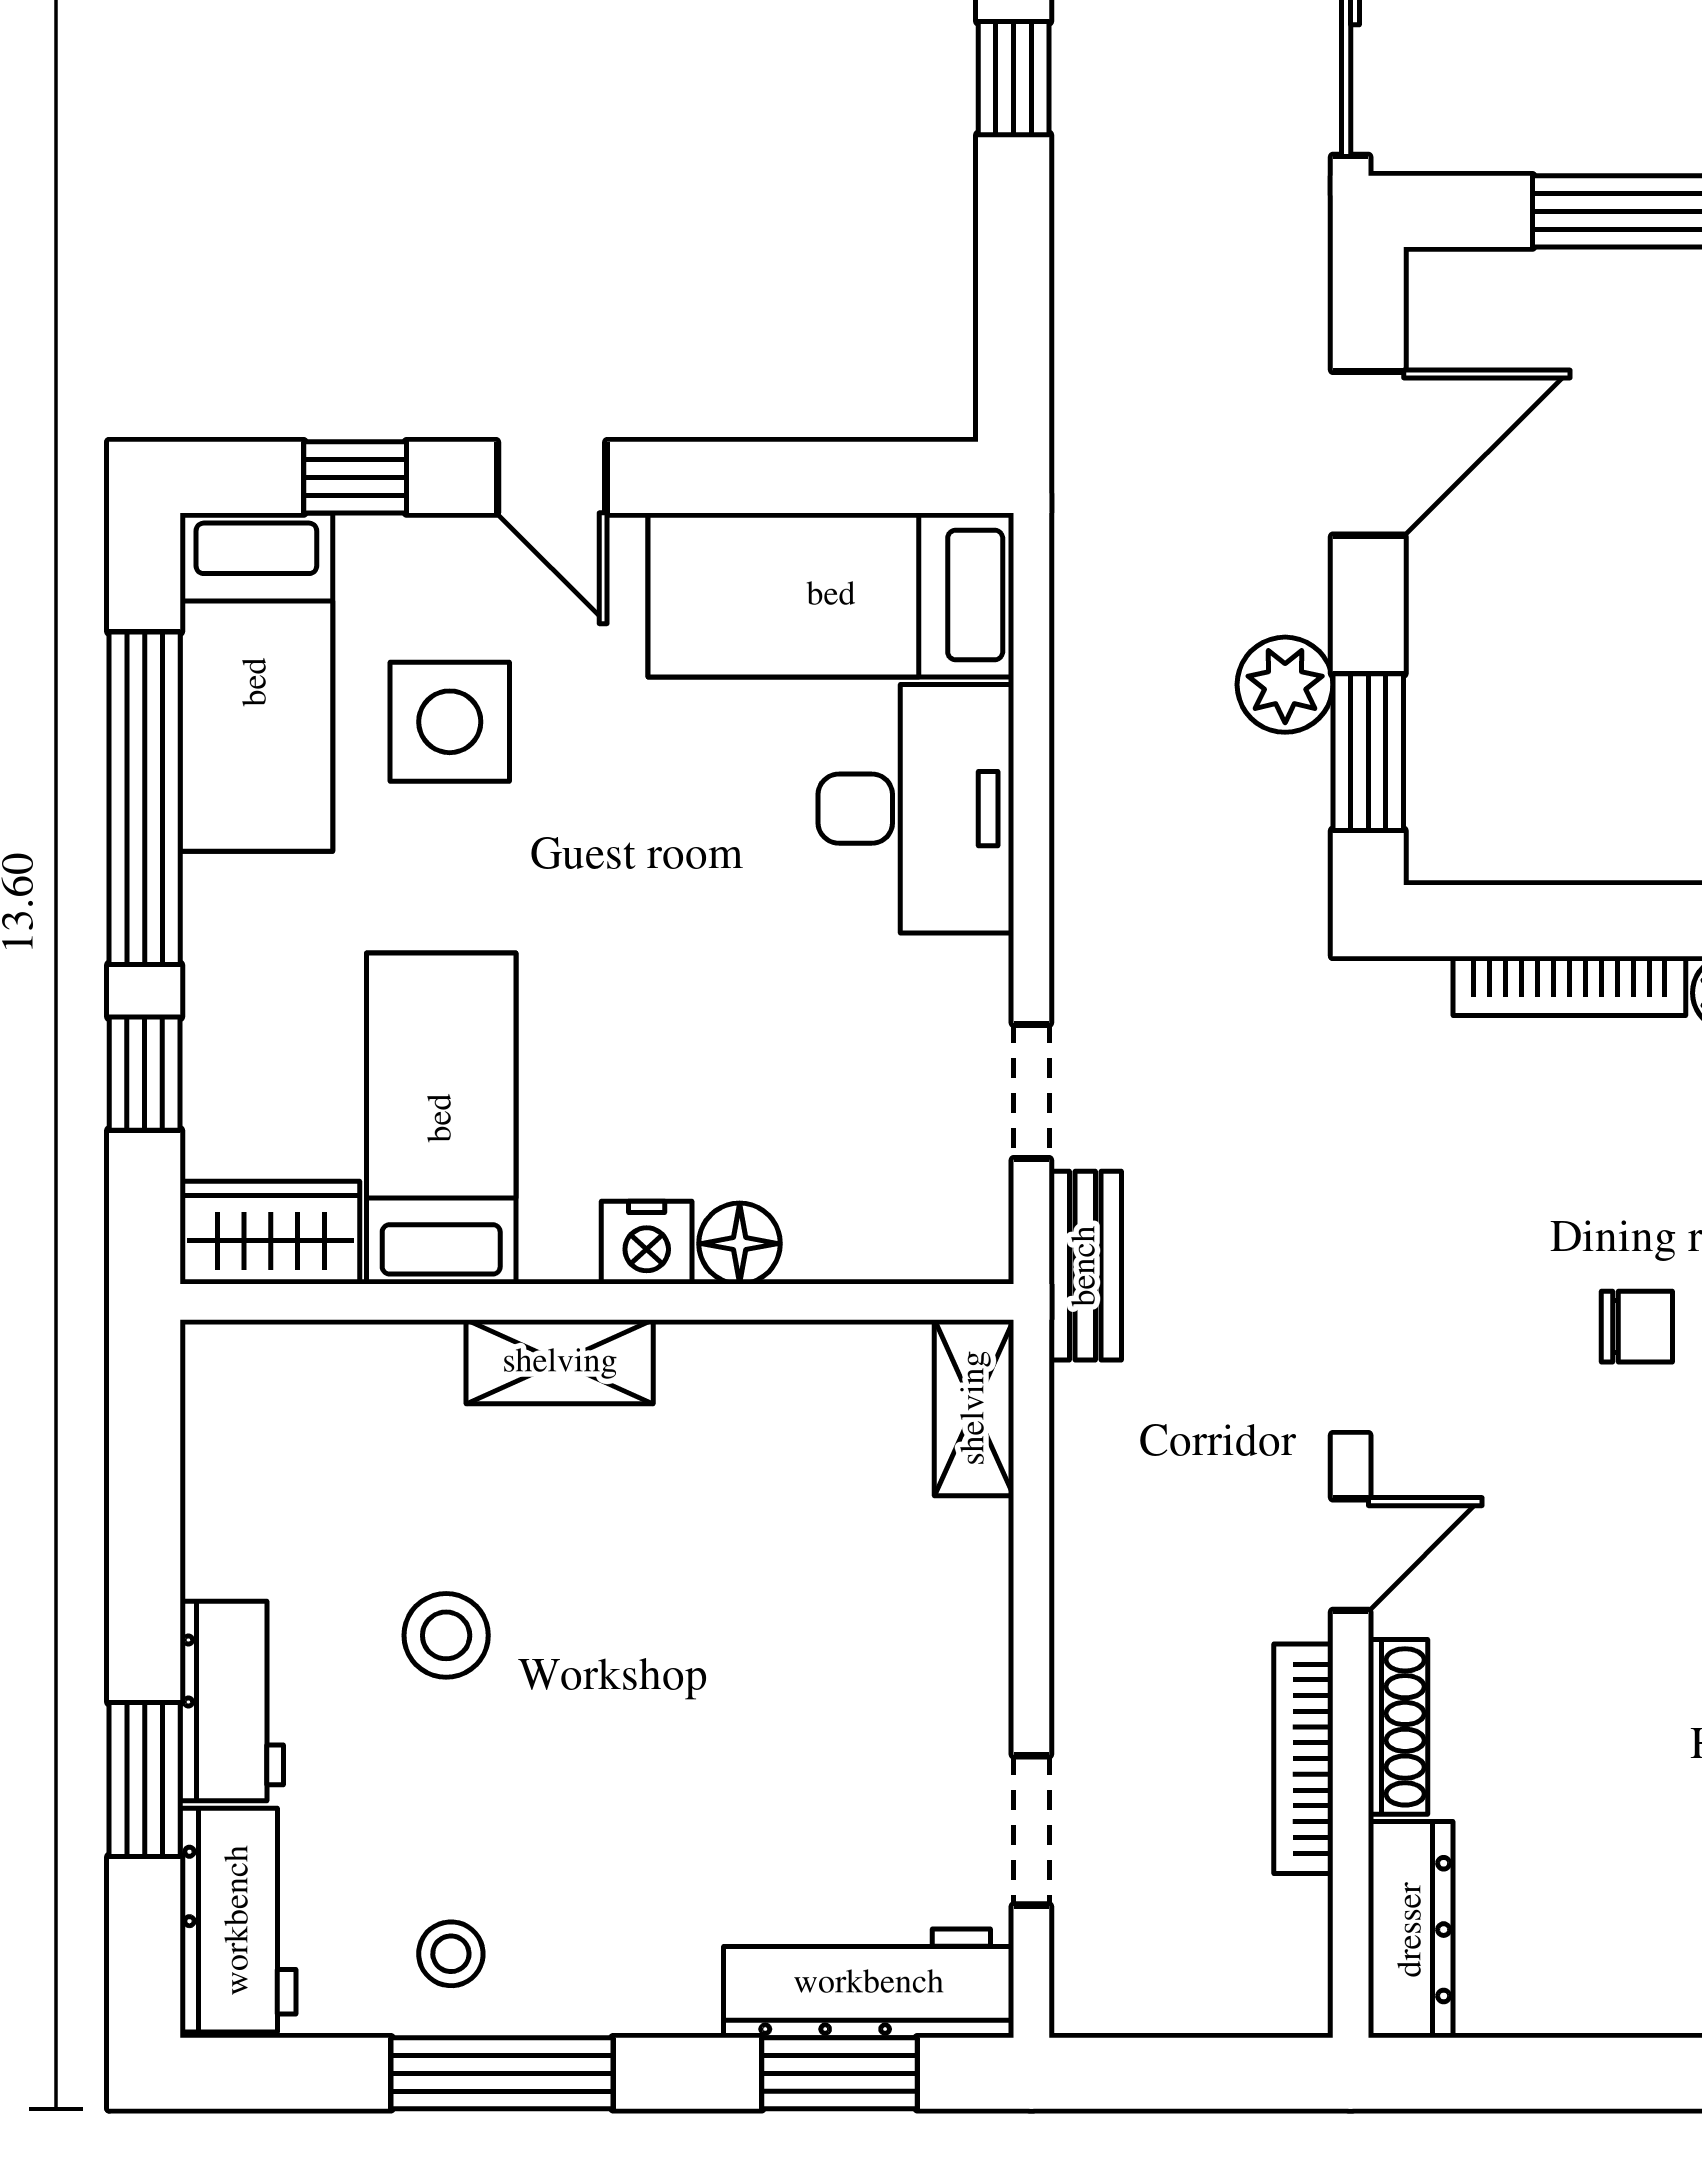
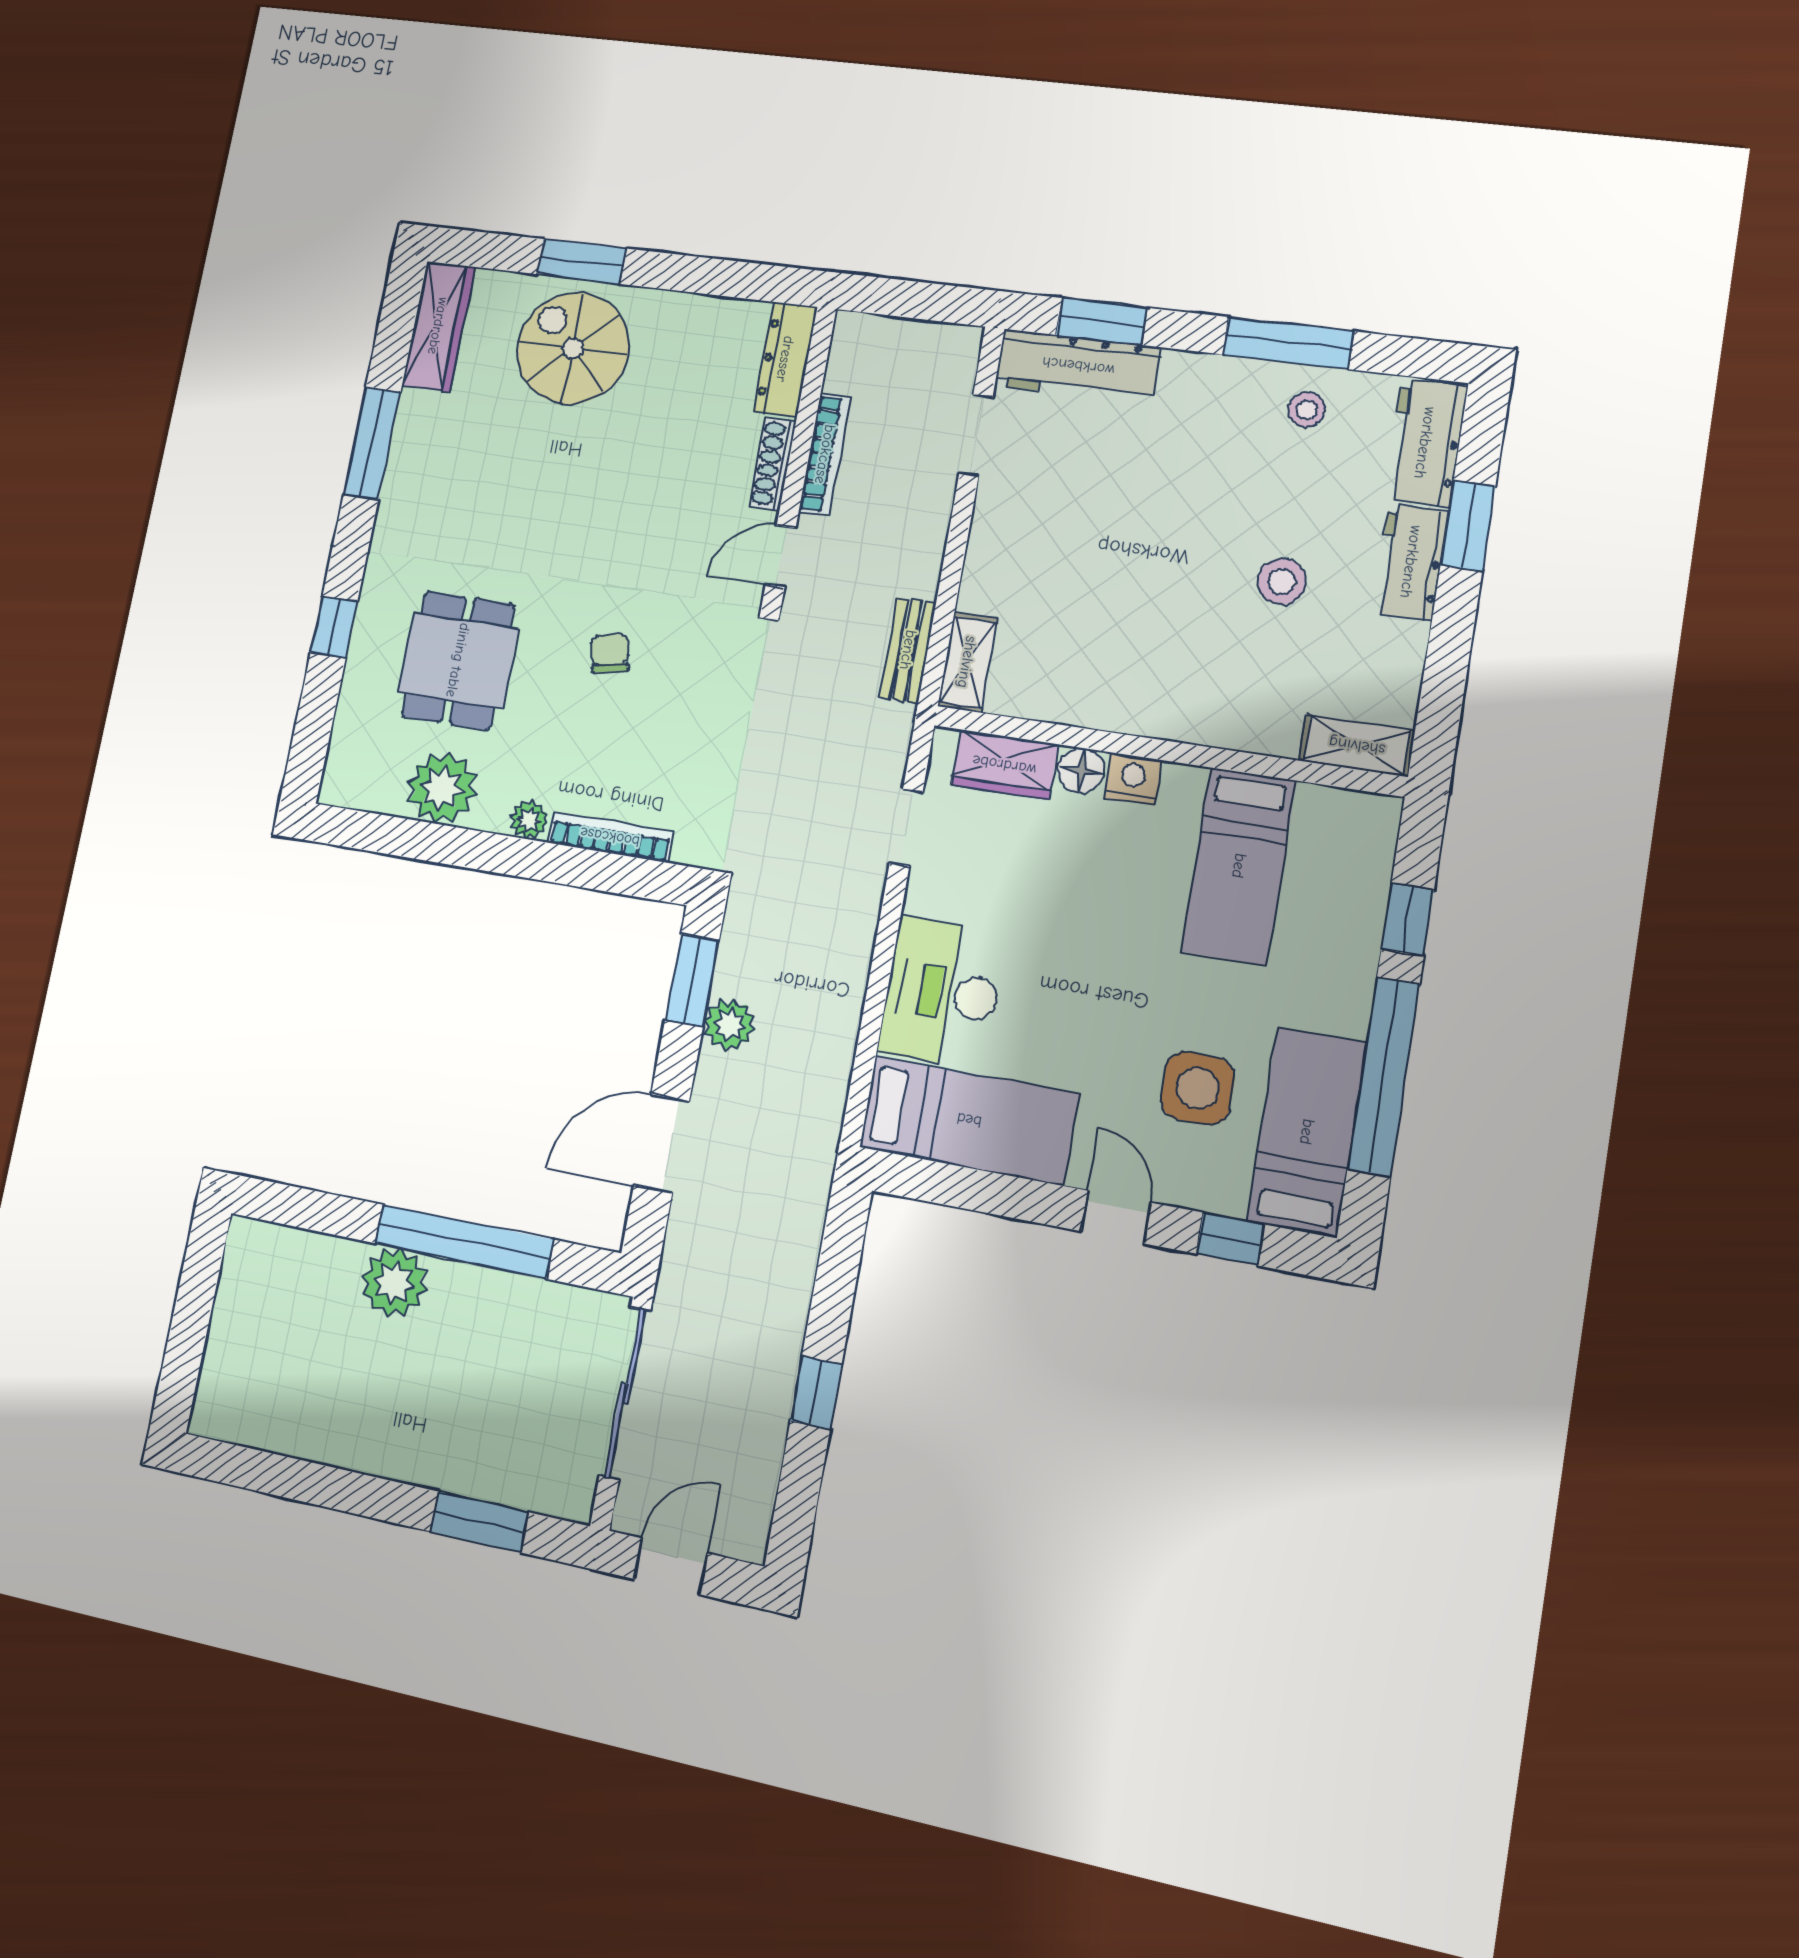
wardrobe: (271, 1233) -> (1004, 765), moved
bench: (1085, 1266) -> (908, 650), moved
chair: (1637, 1327) -> (610, 653), turned 78
shelving: (560, 1362) -> (1357, 746), moved

